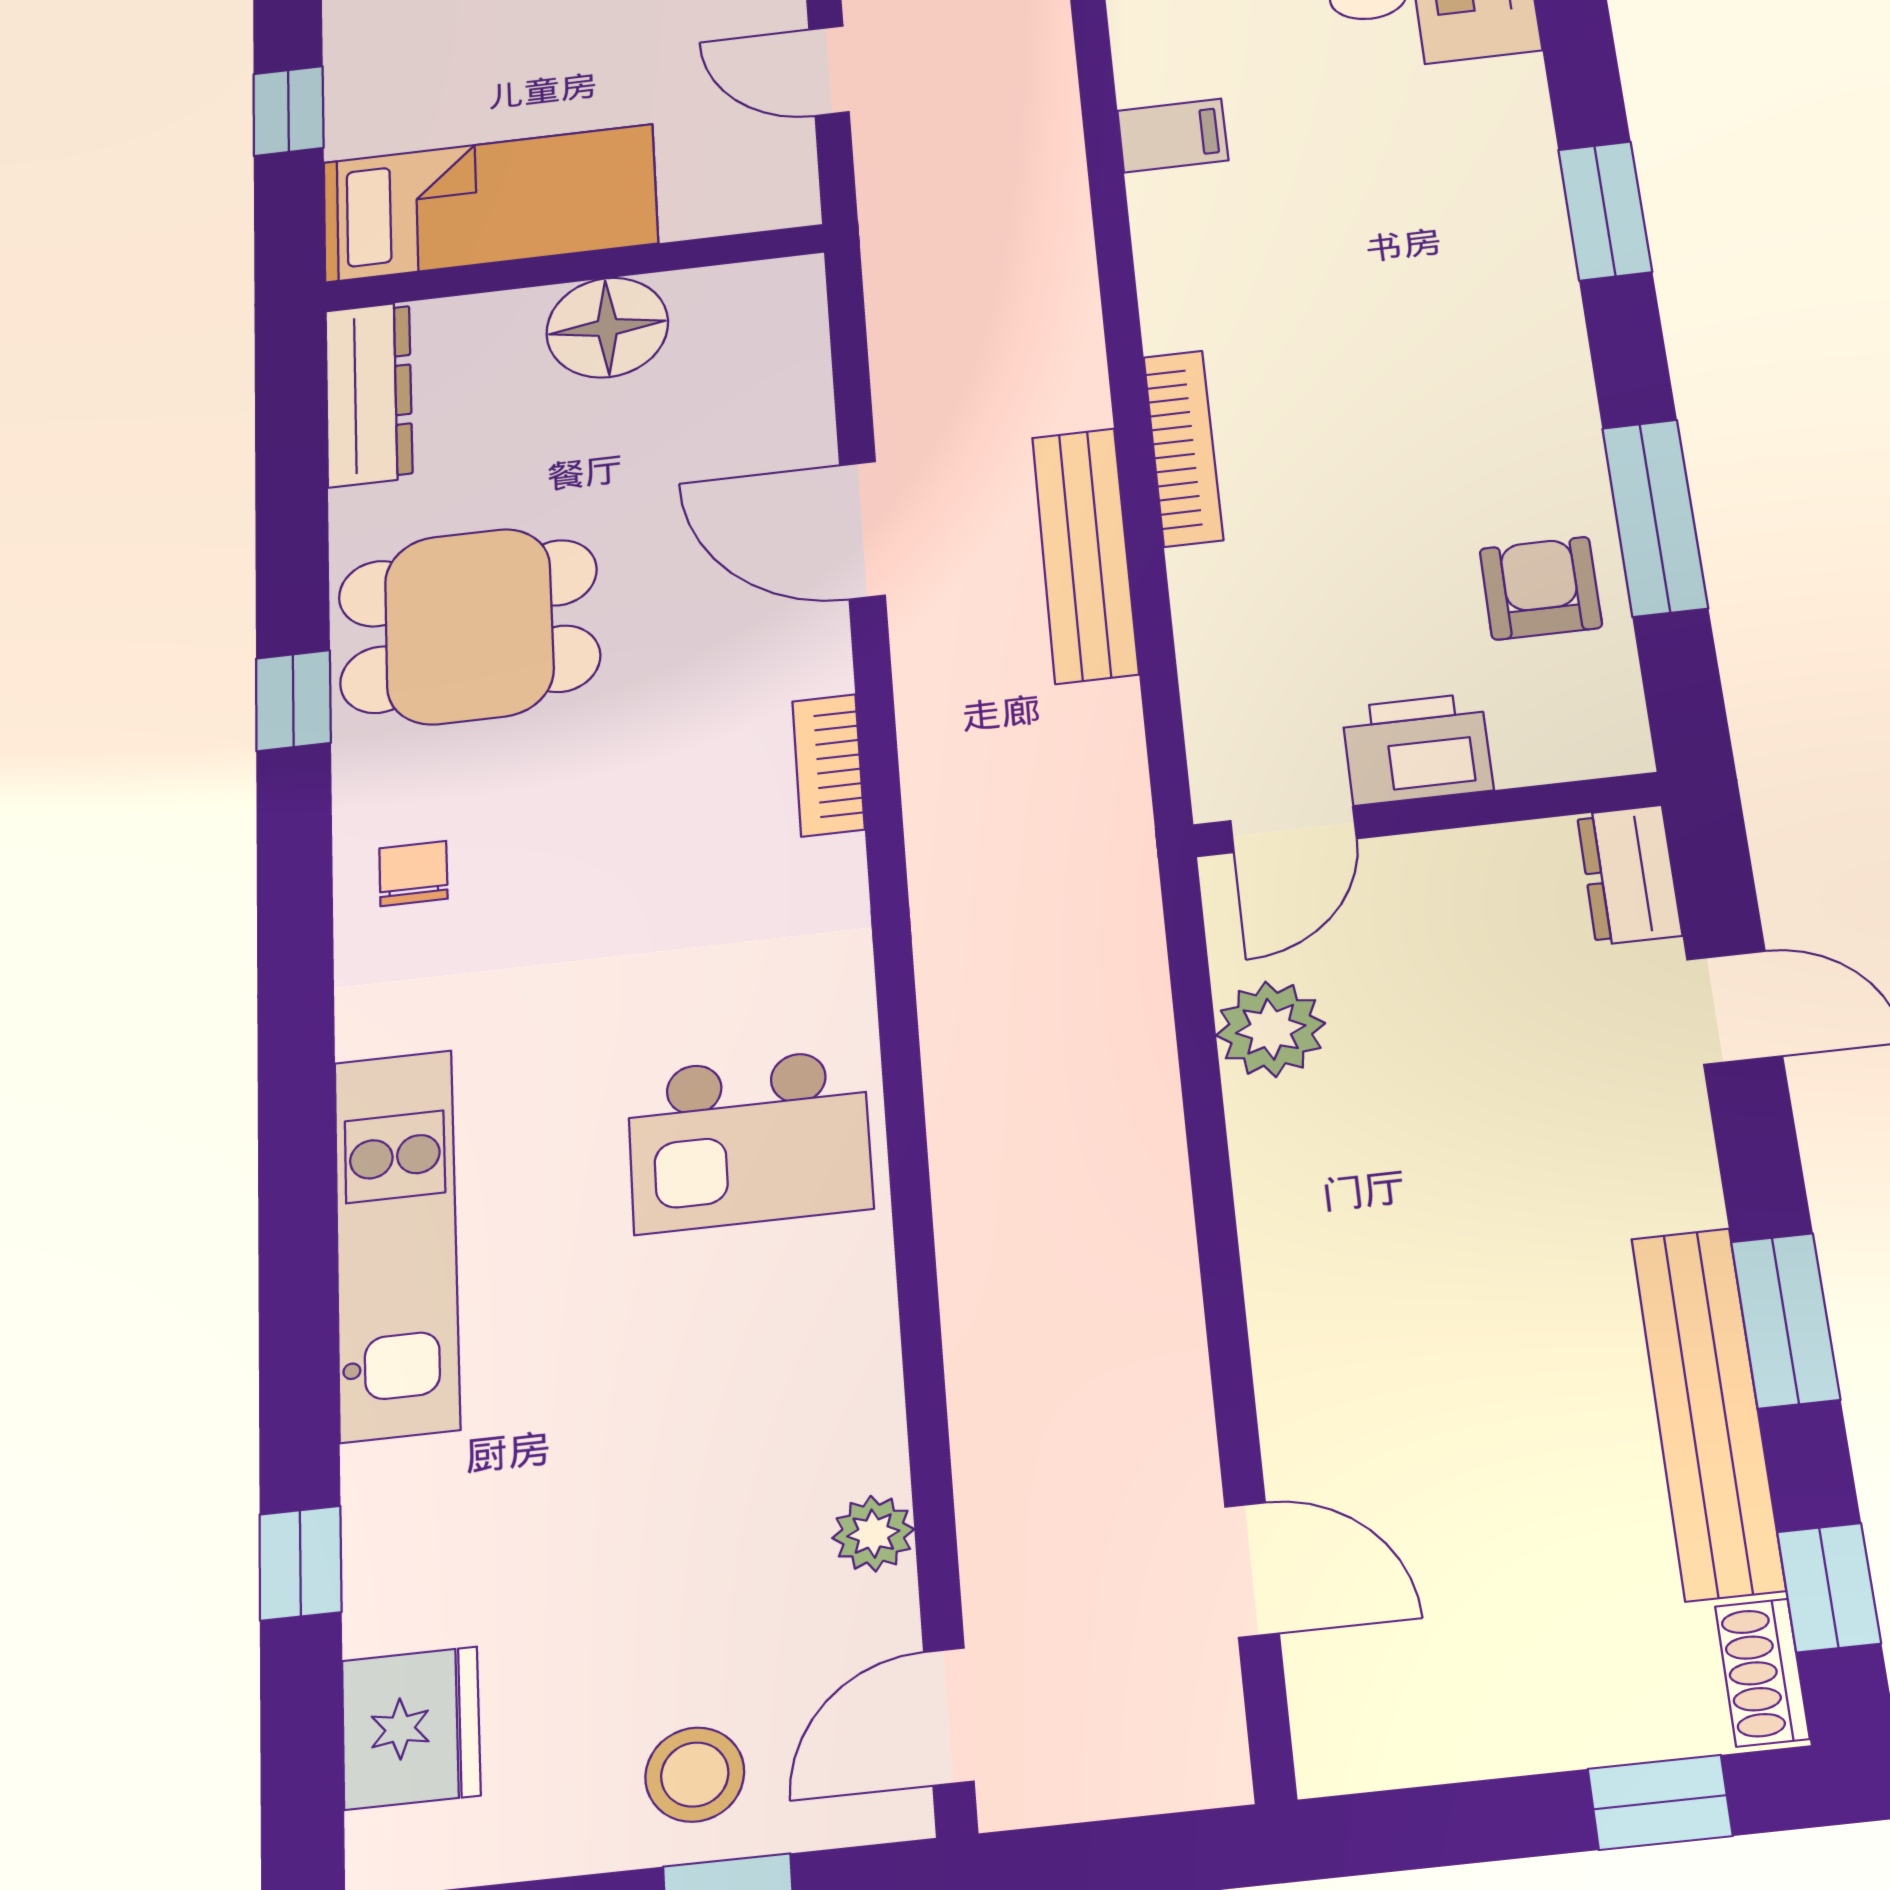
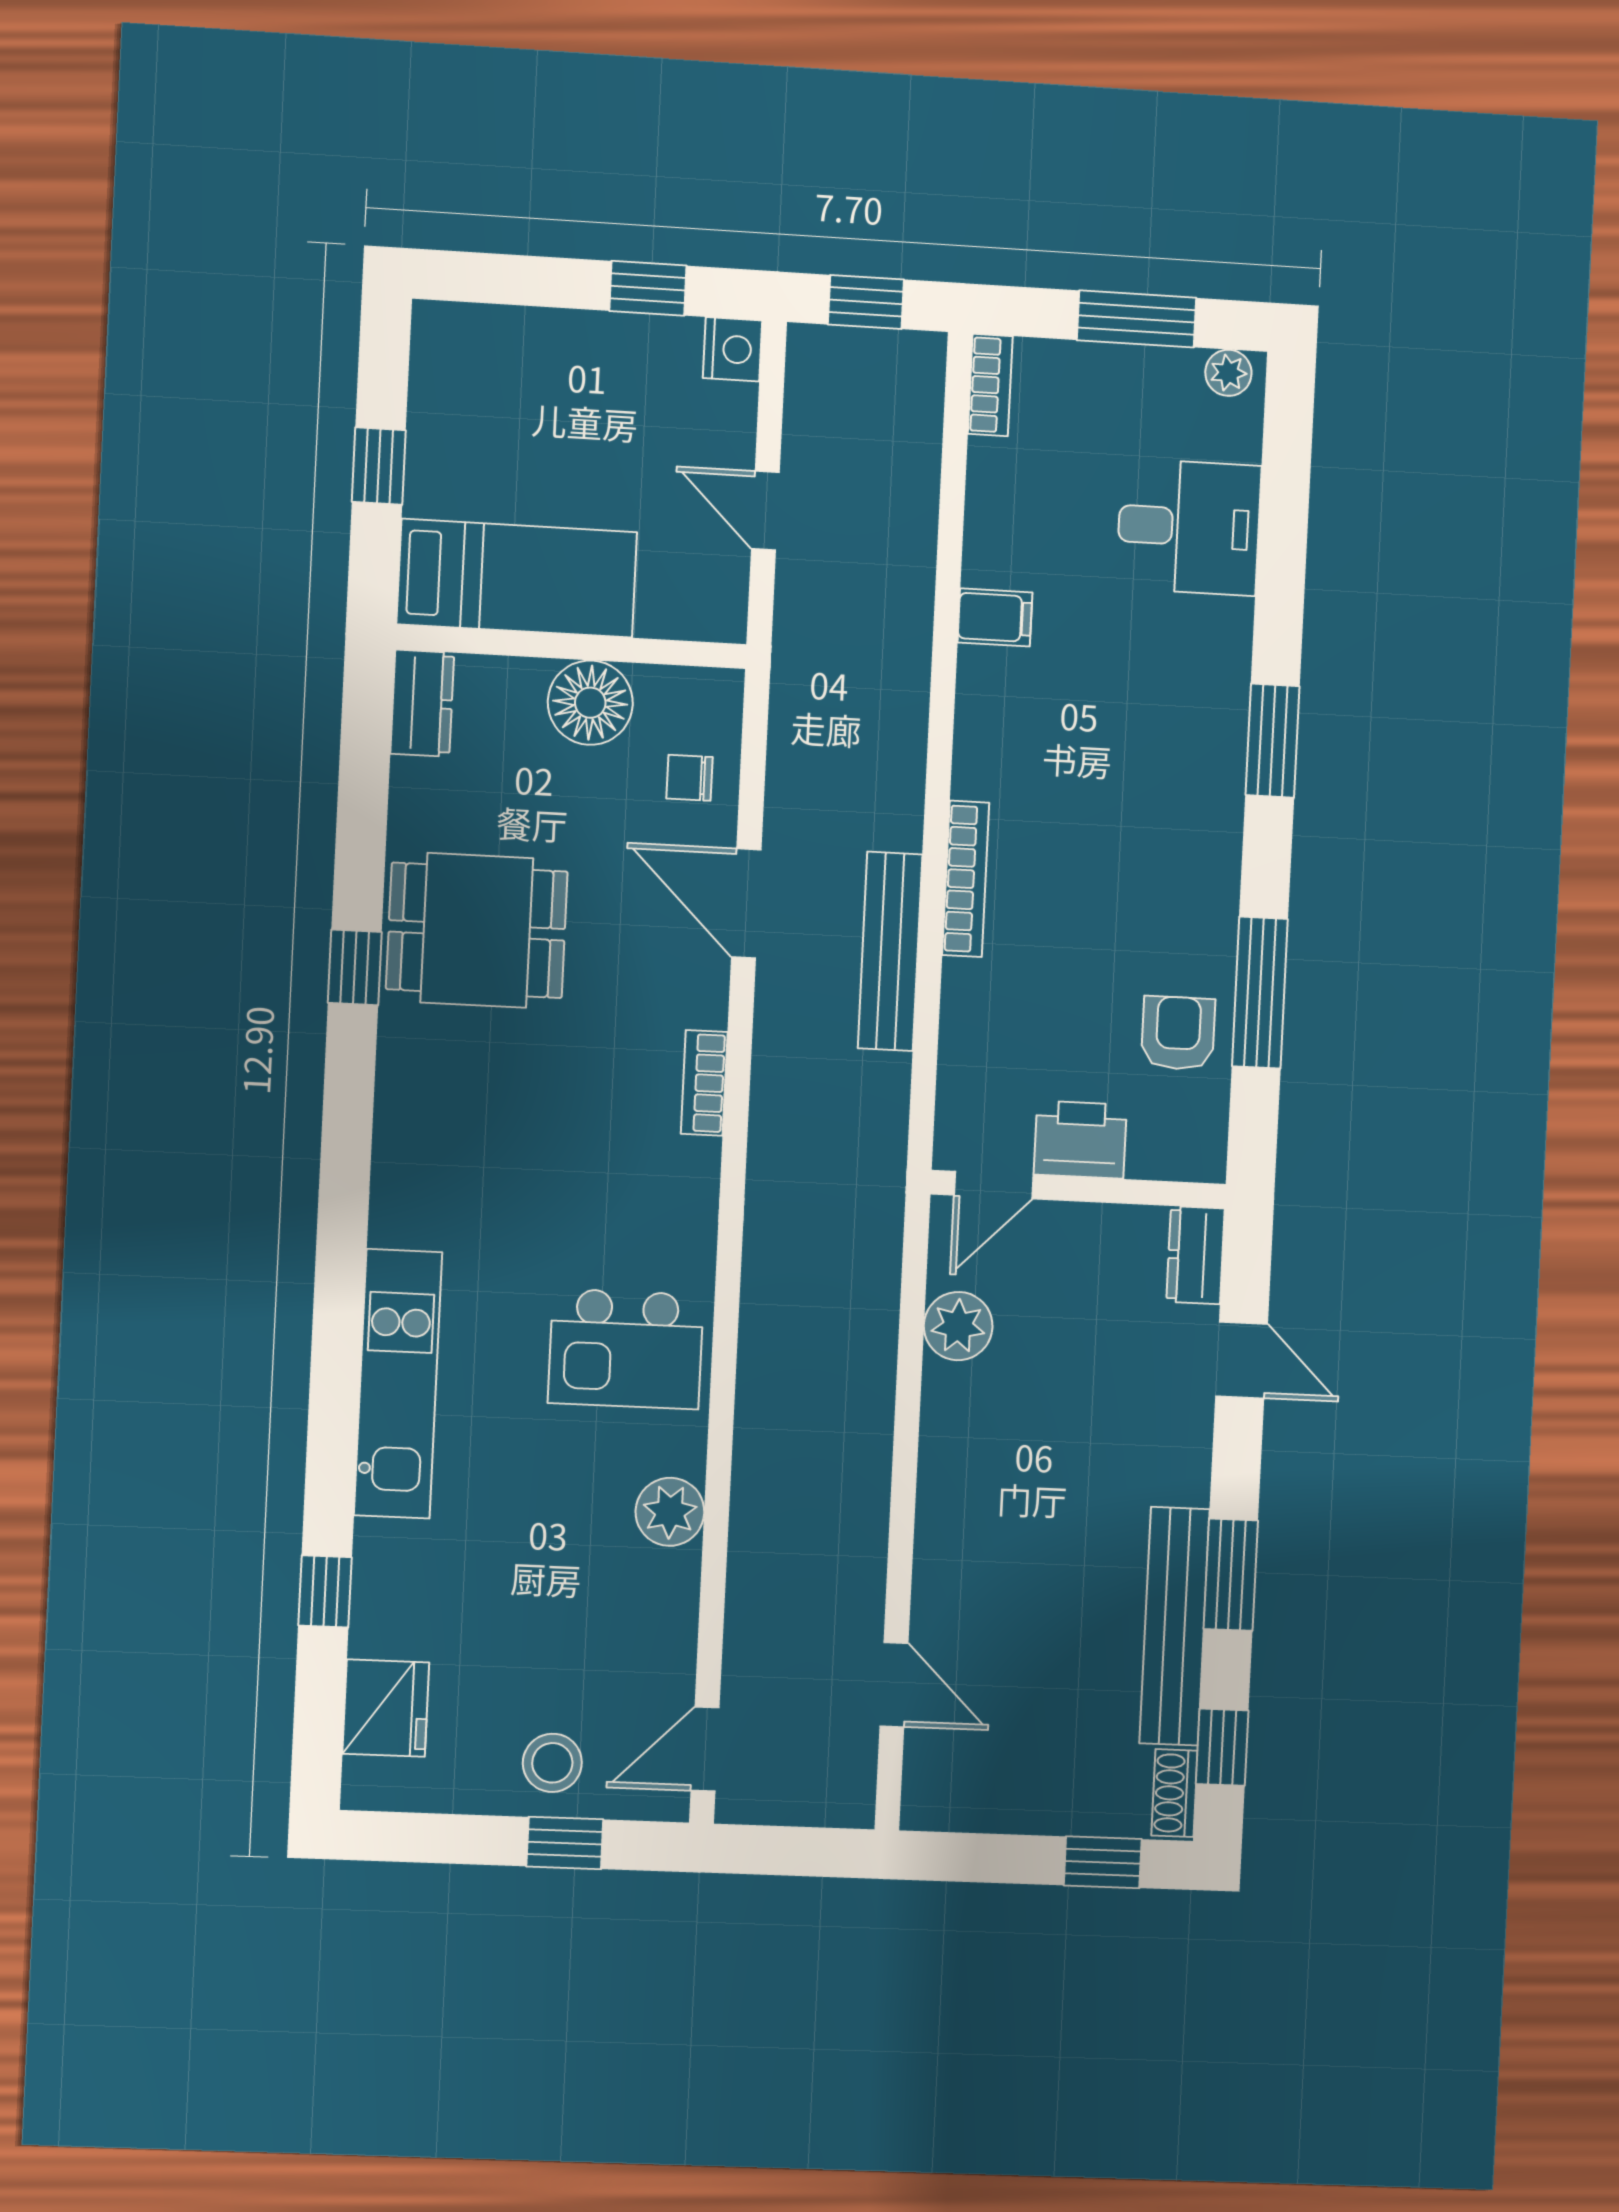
dresser: (369, 394) -> (422, 703), width x0.70
chair: (413, 873) -> (689, 778), moved, turned -90
plant: (873, 1534) -> (670, 1512), moved, width x1.38, depth x1.38

